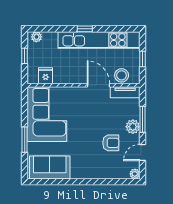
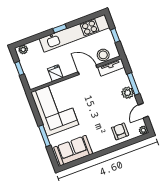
fridge: (46, 76) -> (55, 73), moved
armchair: (111, 143) -> (120, 131), moved, turned -90

